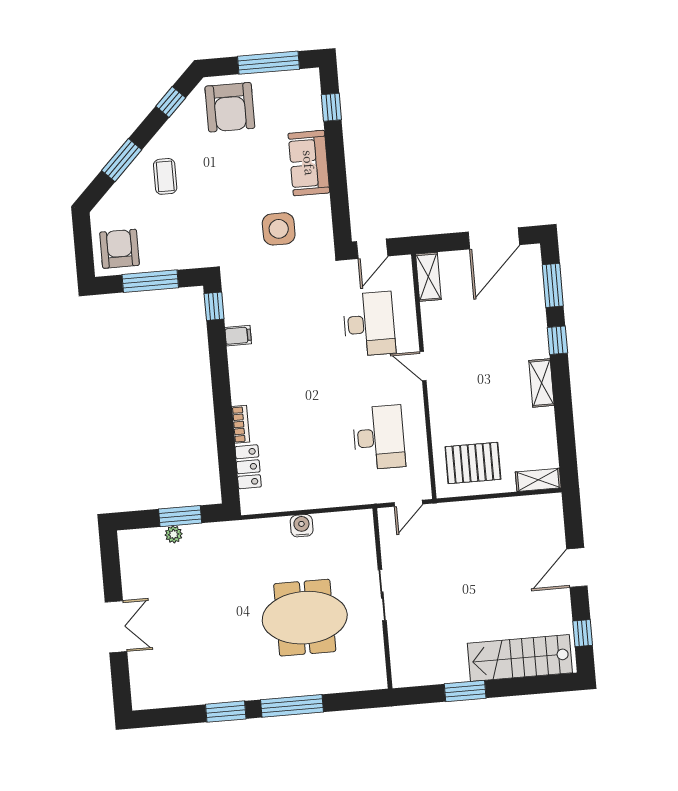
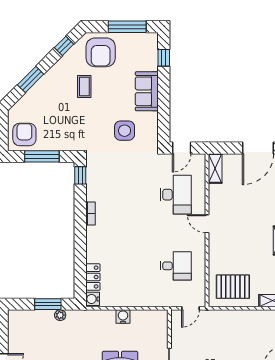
coffee table: (165, 176) -> (84, 86), moved
filing cabinet: (238, 336) -> (94, 195), removed
bookcase: (241, 424) -> (90, 214), moved
desk: (379, 437) -> (176, 266), width x0.73
water cooler: (251, 502) -> (93, 299), added
plant: (174, 534) -> (60, 315), moved

